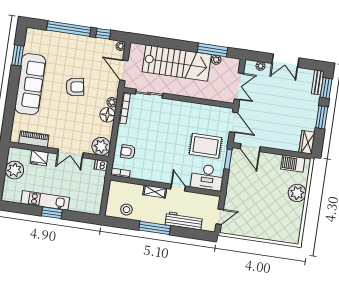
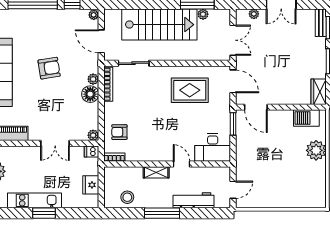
plant: (101, 146) -> (93, 135), width x0.53, depth x0.53
rug: (205, 146) -> (190, 90), moved
fridge: (39, 158) -> (91, 185), moved, turned 90

